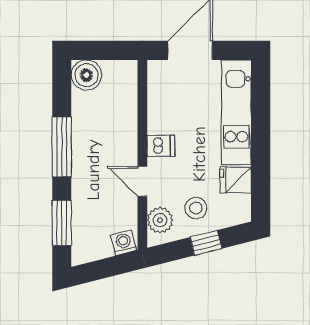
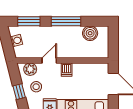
boiler: (86, 75) -> (90, 33), moved
washing machine: (124, 243) -> (16, 41), moved

